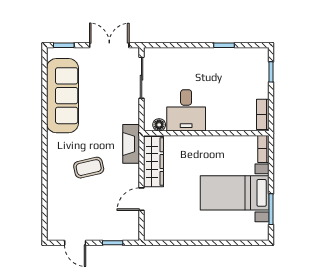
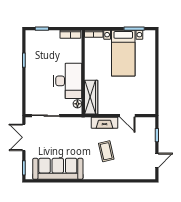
desk: (186, 110) -> (68, 81), width x1.37
fireplace: (131, 144) -> (105, 123), moved
wardrobe: (153, 162) -> (91, 97), moved, turned 90

